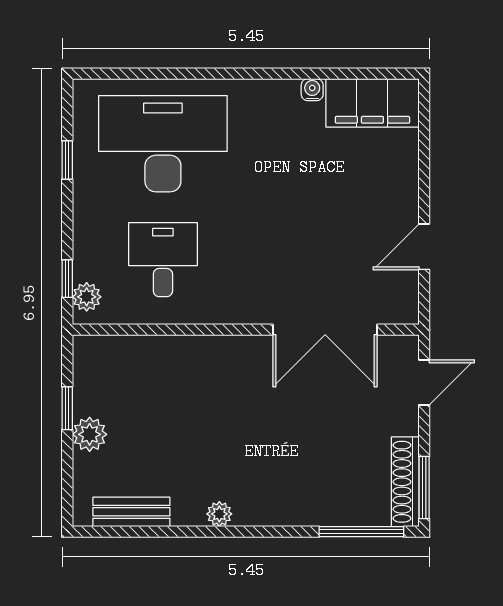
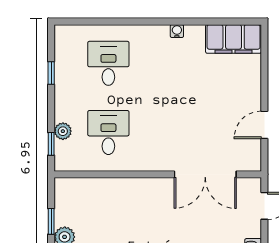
water cooler: (312, 90) -> (177, 31), moved
desk: (163, 144) -> (108, 63), width x0.53, depth x0.77
plant: (87, 297) -> (63, 131), moved

